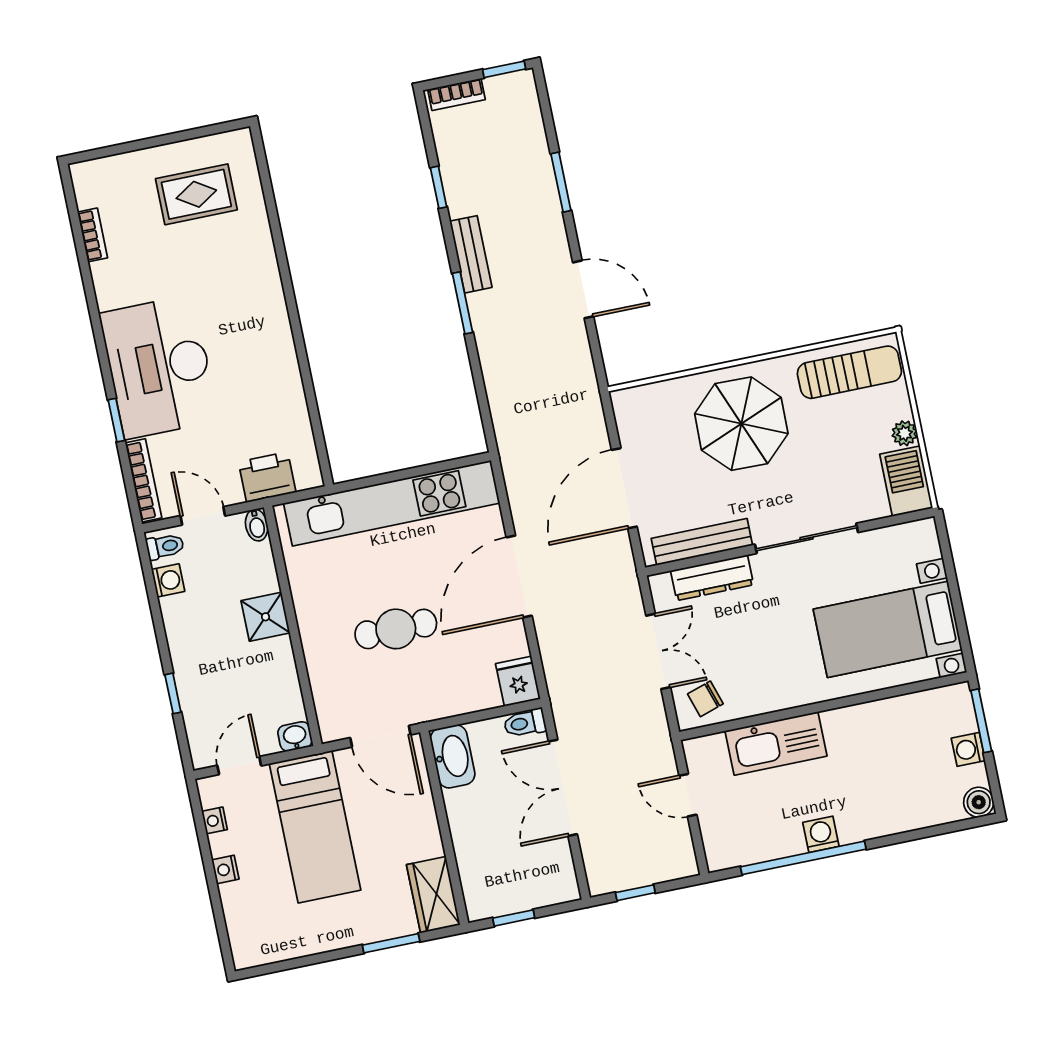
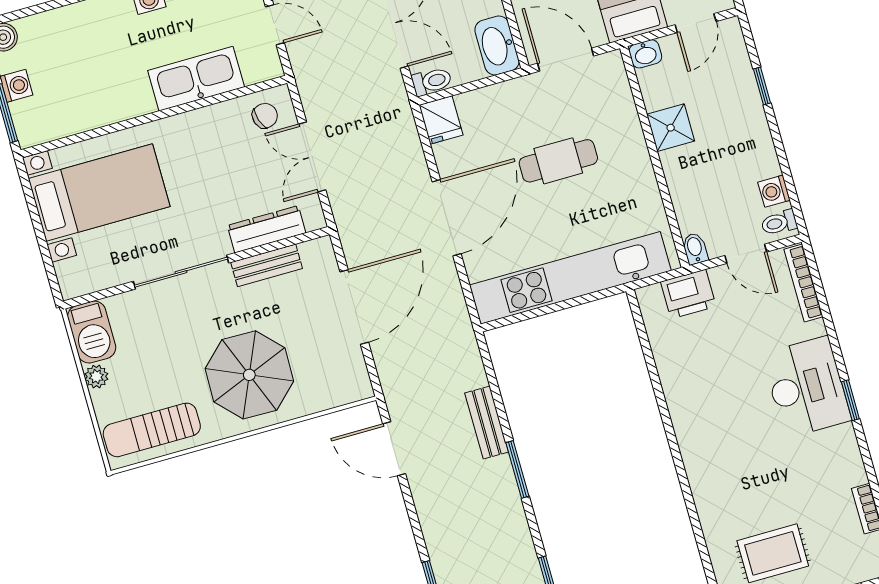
bench: (471, 254) -> (487, 422), moved
door: (583, 289) -> (394, 449), moved
desk: (159, 367) -> (806, 387), width x0.73, depth x0.77
window: (116, 420) -> (850, 400), moved
bench: (702, 542) -> (267, 265), width x0.73
shower: (265, 617) -> (671, 128), moved

